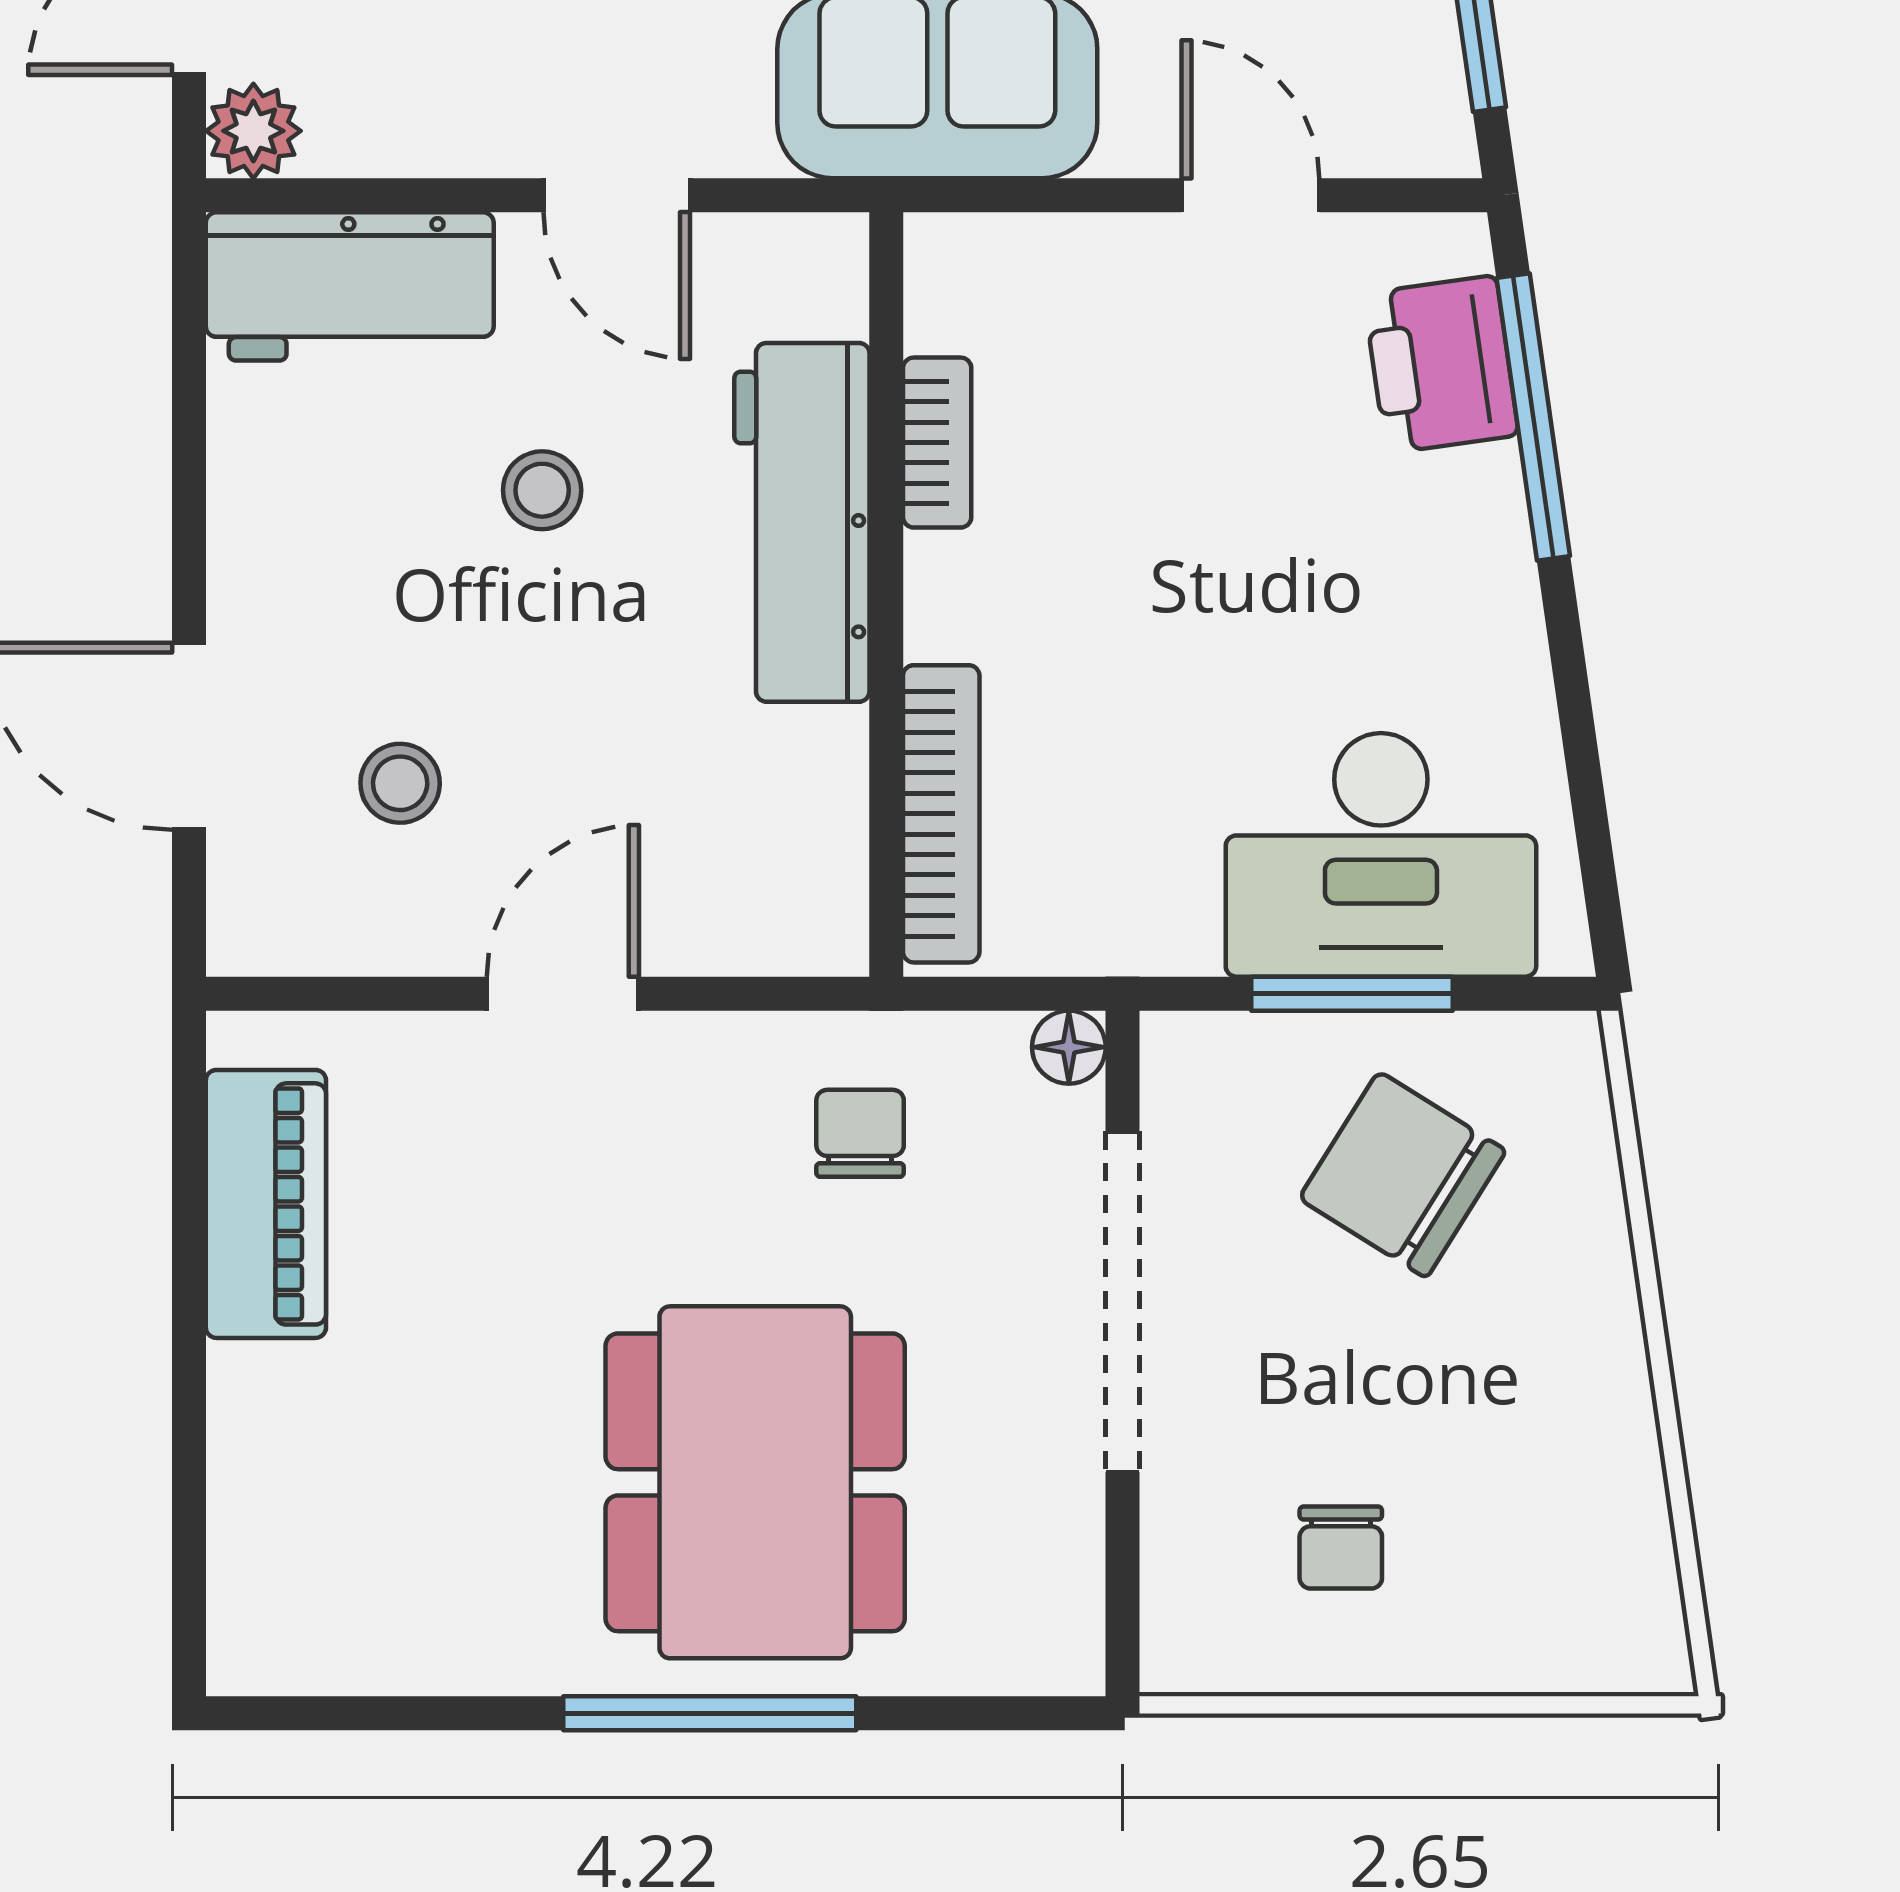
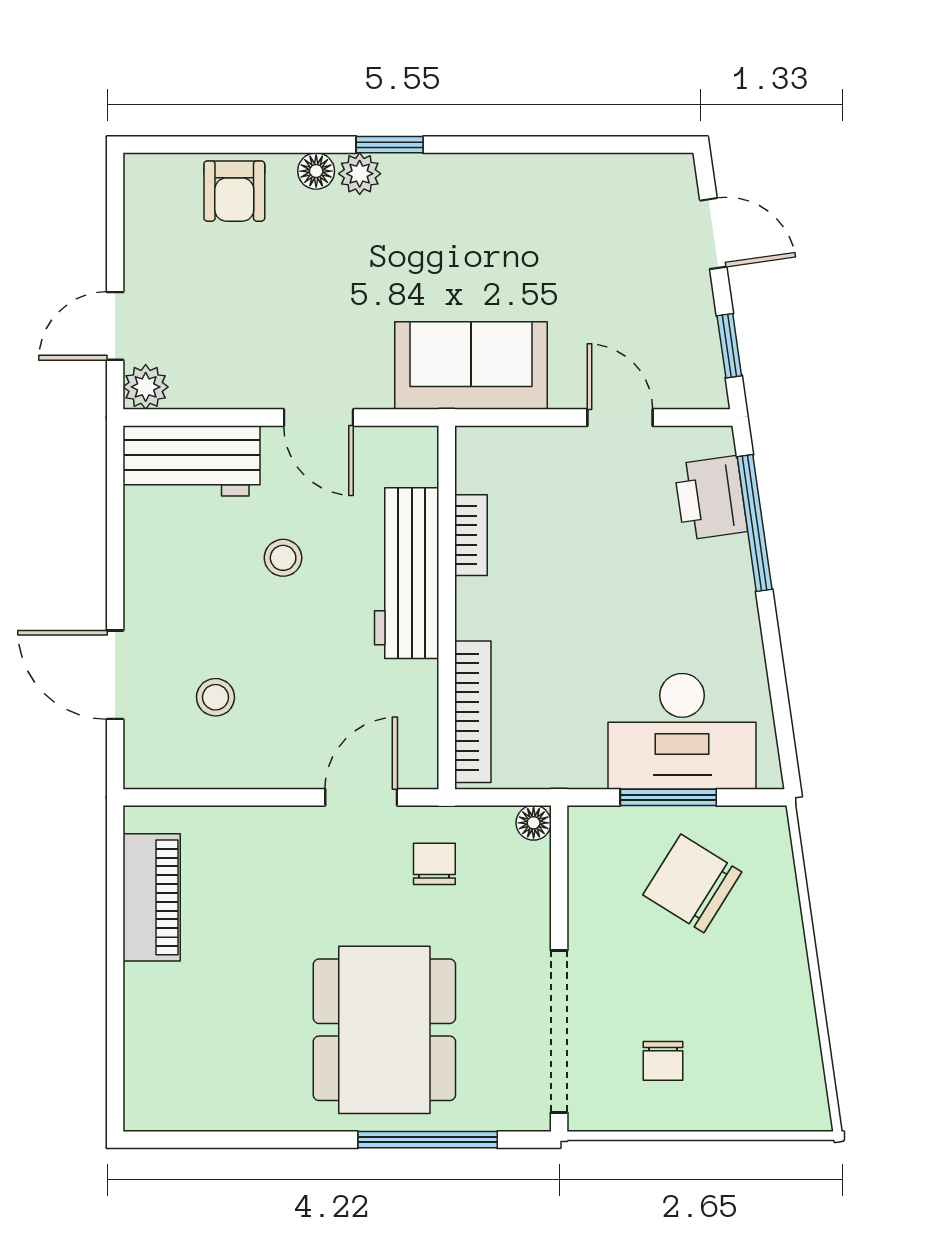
door: (563, 994) -> (361, 797), moved
doorway: (1122, 1302) -> (559, 1031), moved
window: (710, 1713) -> (428, 1140), moved

